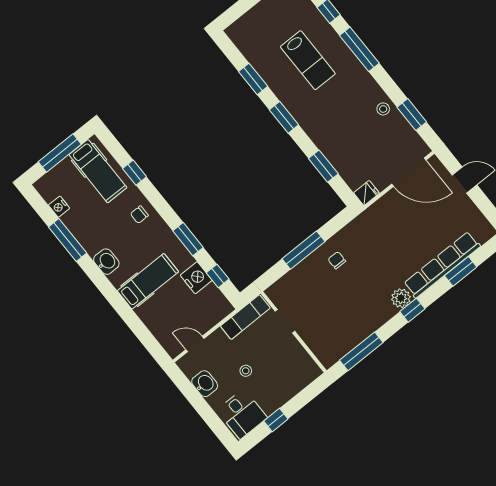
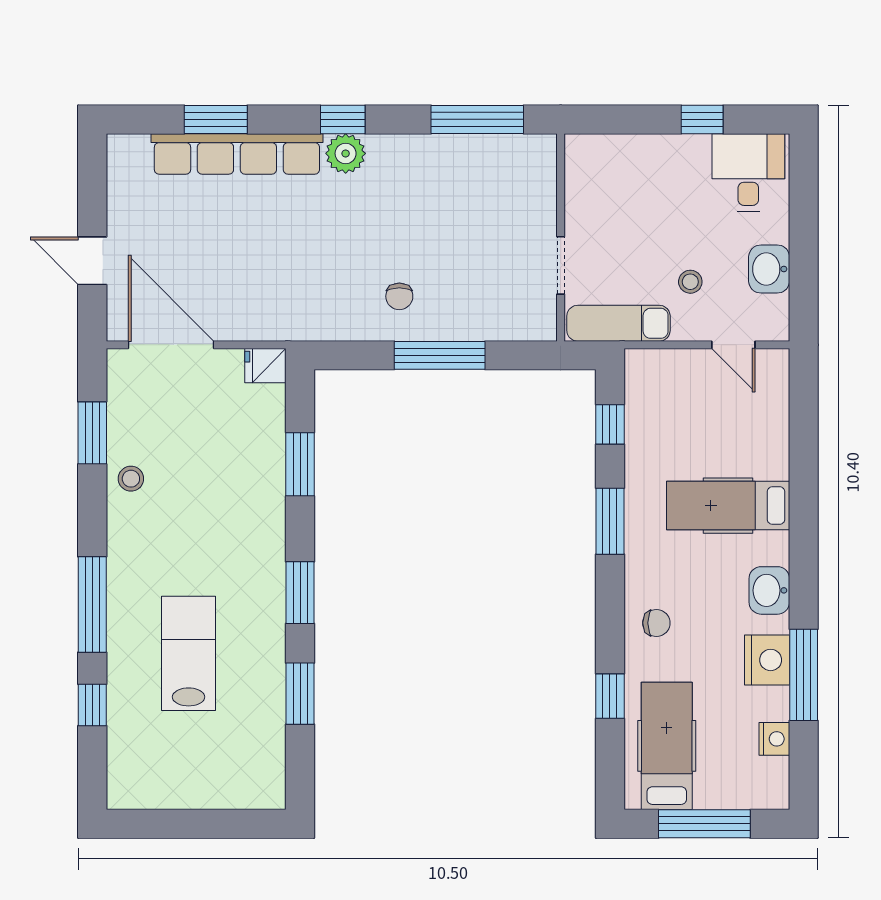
nightstand: (196, 278) -> (767, 660), moved, turned 180
stool: (246, 371) -> (690, 282), moved

